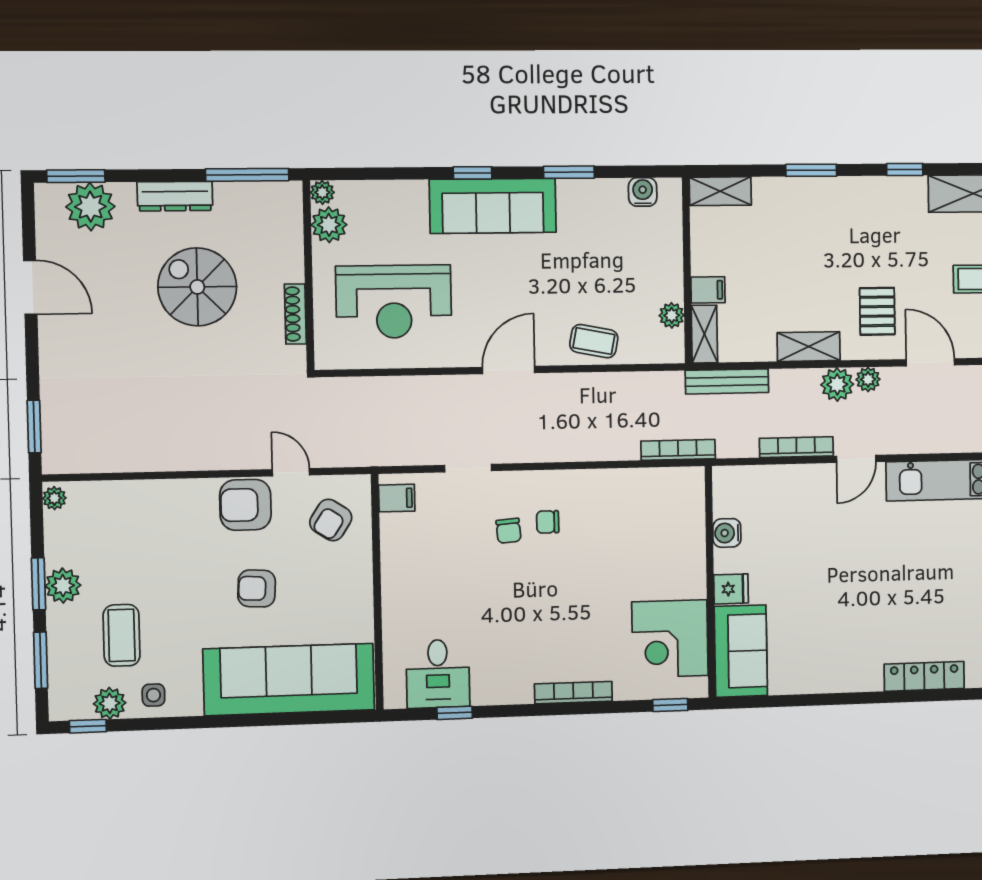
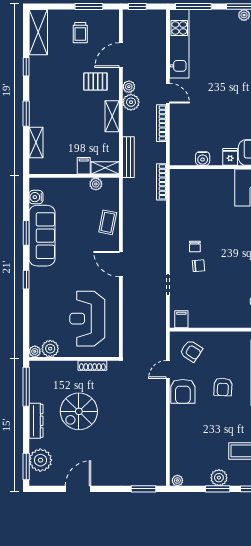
shelving: (720, 191) -> (36, 143), moved
sofa: (493, 206) -> (42, 236), moved
reception desk: (394, 302) -> (87, 319), turned 180

